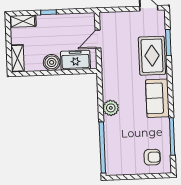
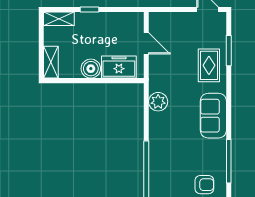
door: (98, 39) -> (146, 43), swing flipped
rug: (152, 56) -> (209, 65), width x0.73, depth x0.70
plant: (111, 108) -> (158, 102), moved

